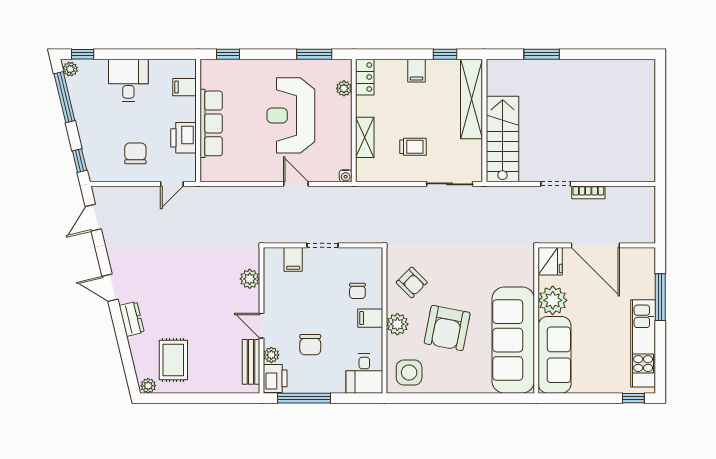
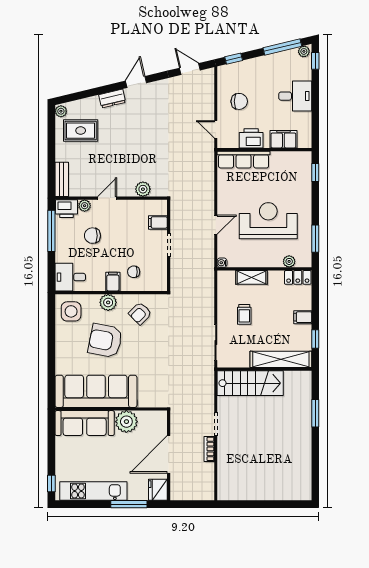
filing cabinet: (185, 87) -> (283, 139), width x2.00
row of seats: (211, 123) -> (244, 160), moved
fridge: (550, 261) -> (158, 490), moved, turned 90
bench: (251, 362) -> (62, 179), moved, turned 90

